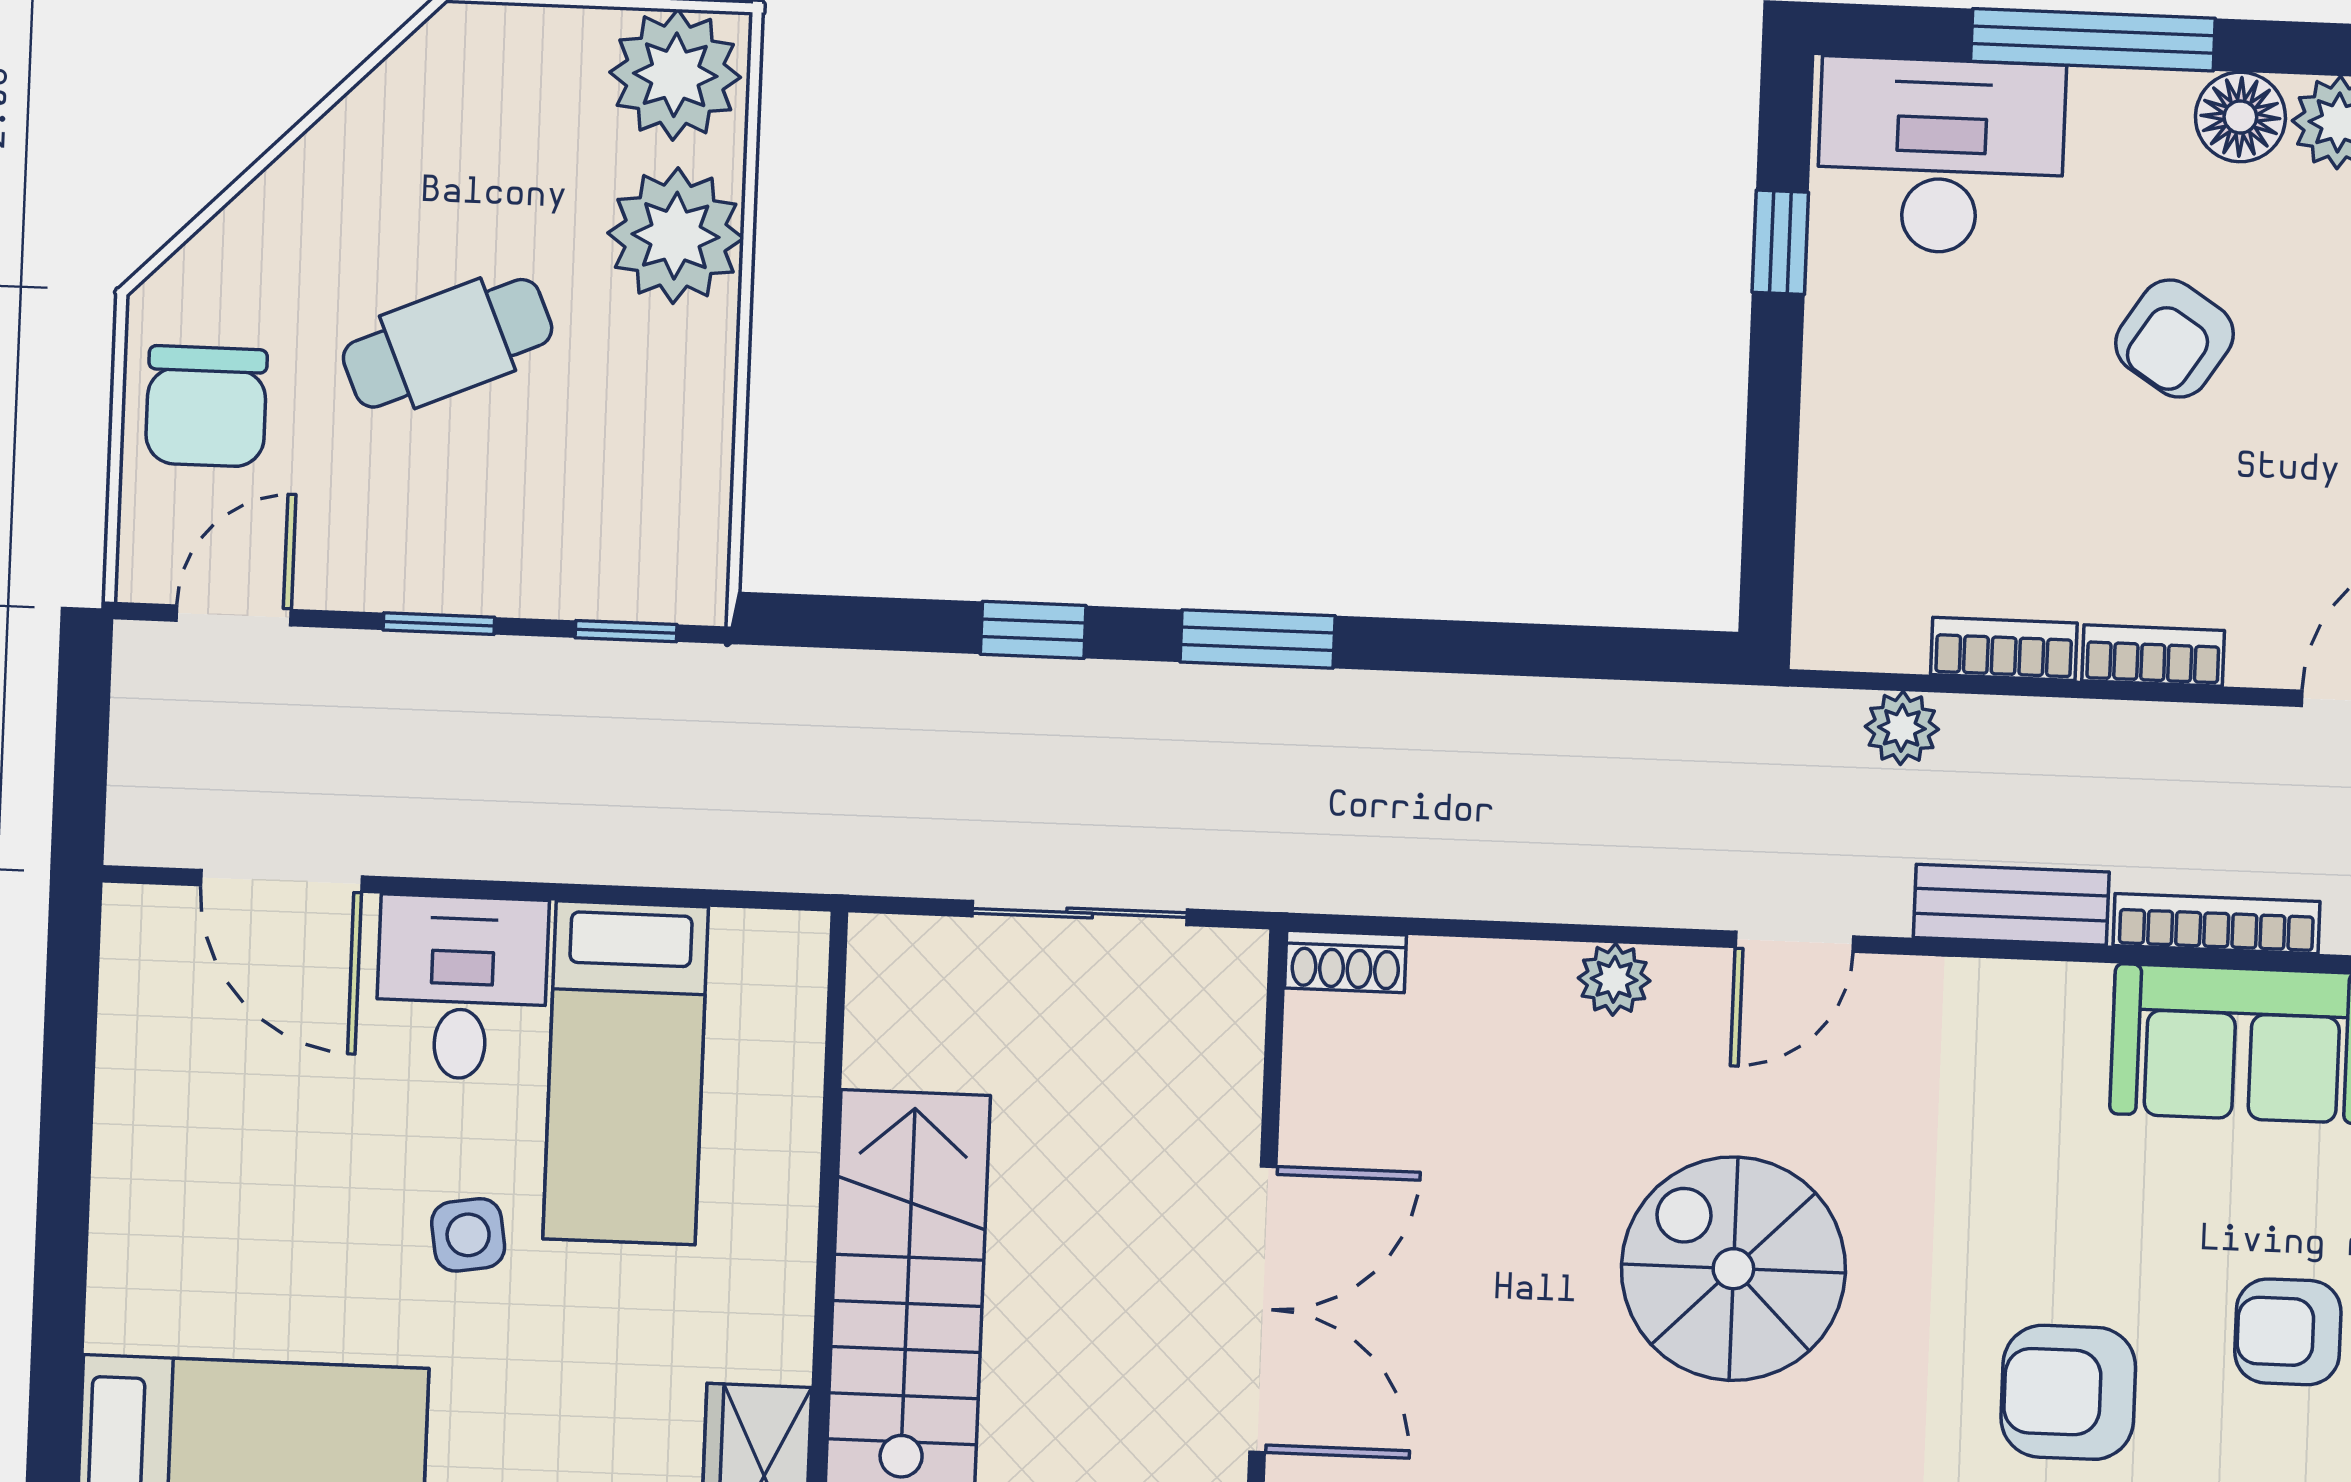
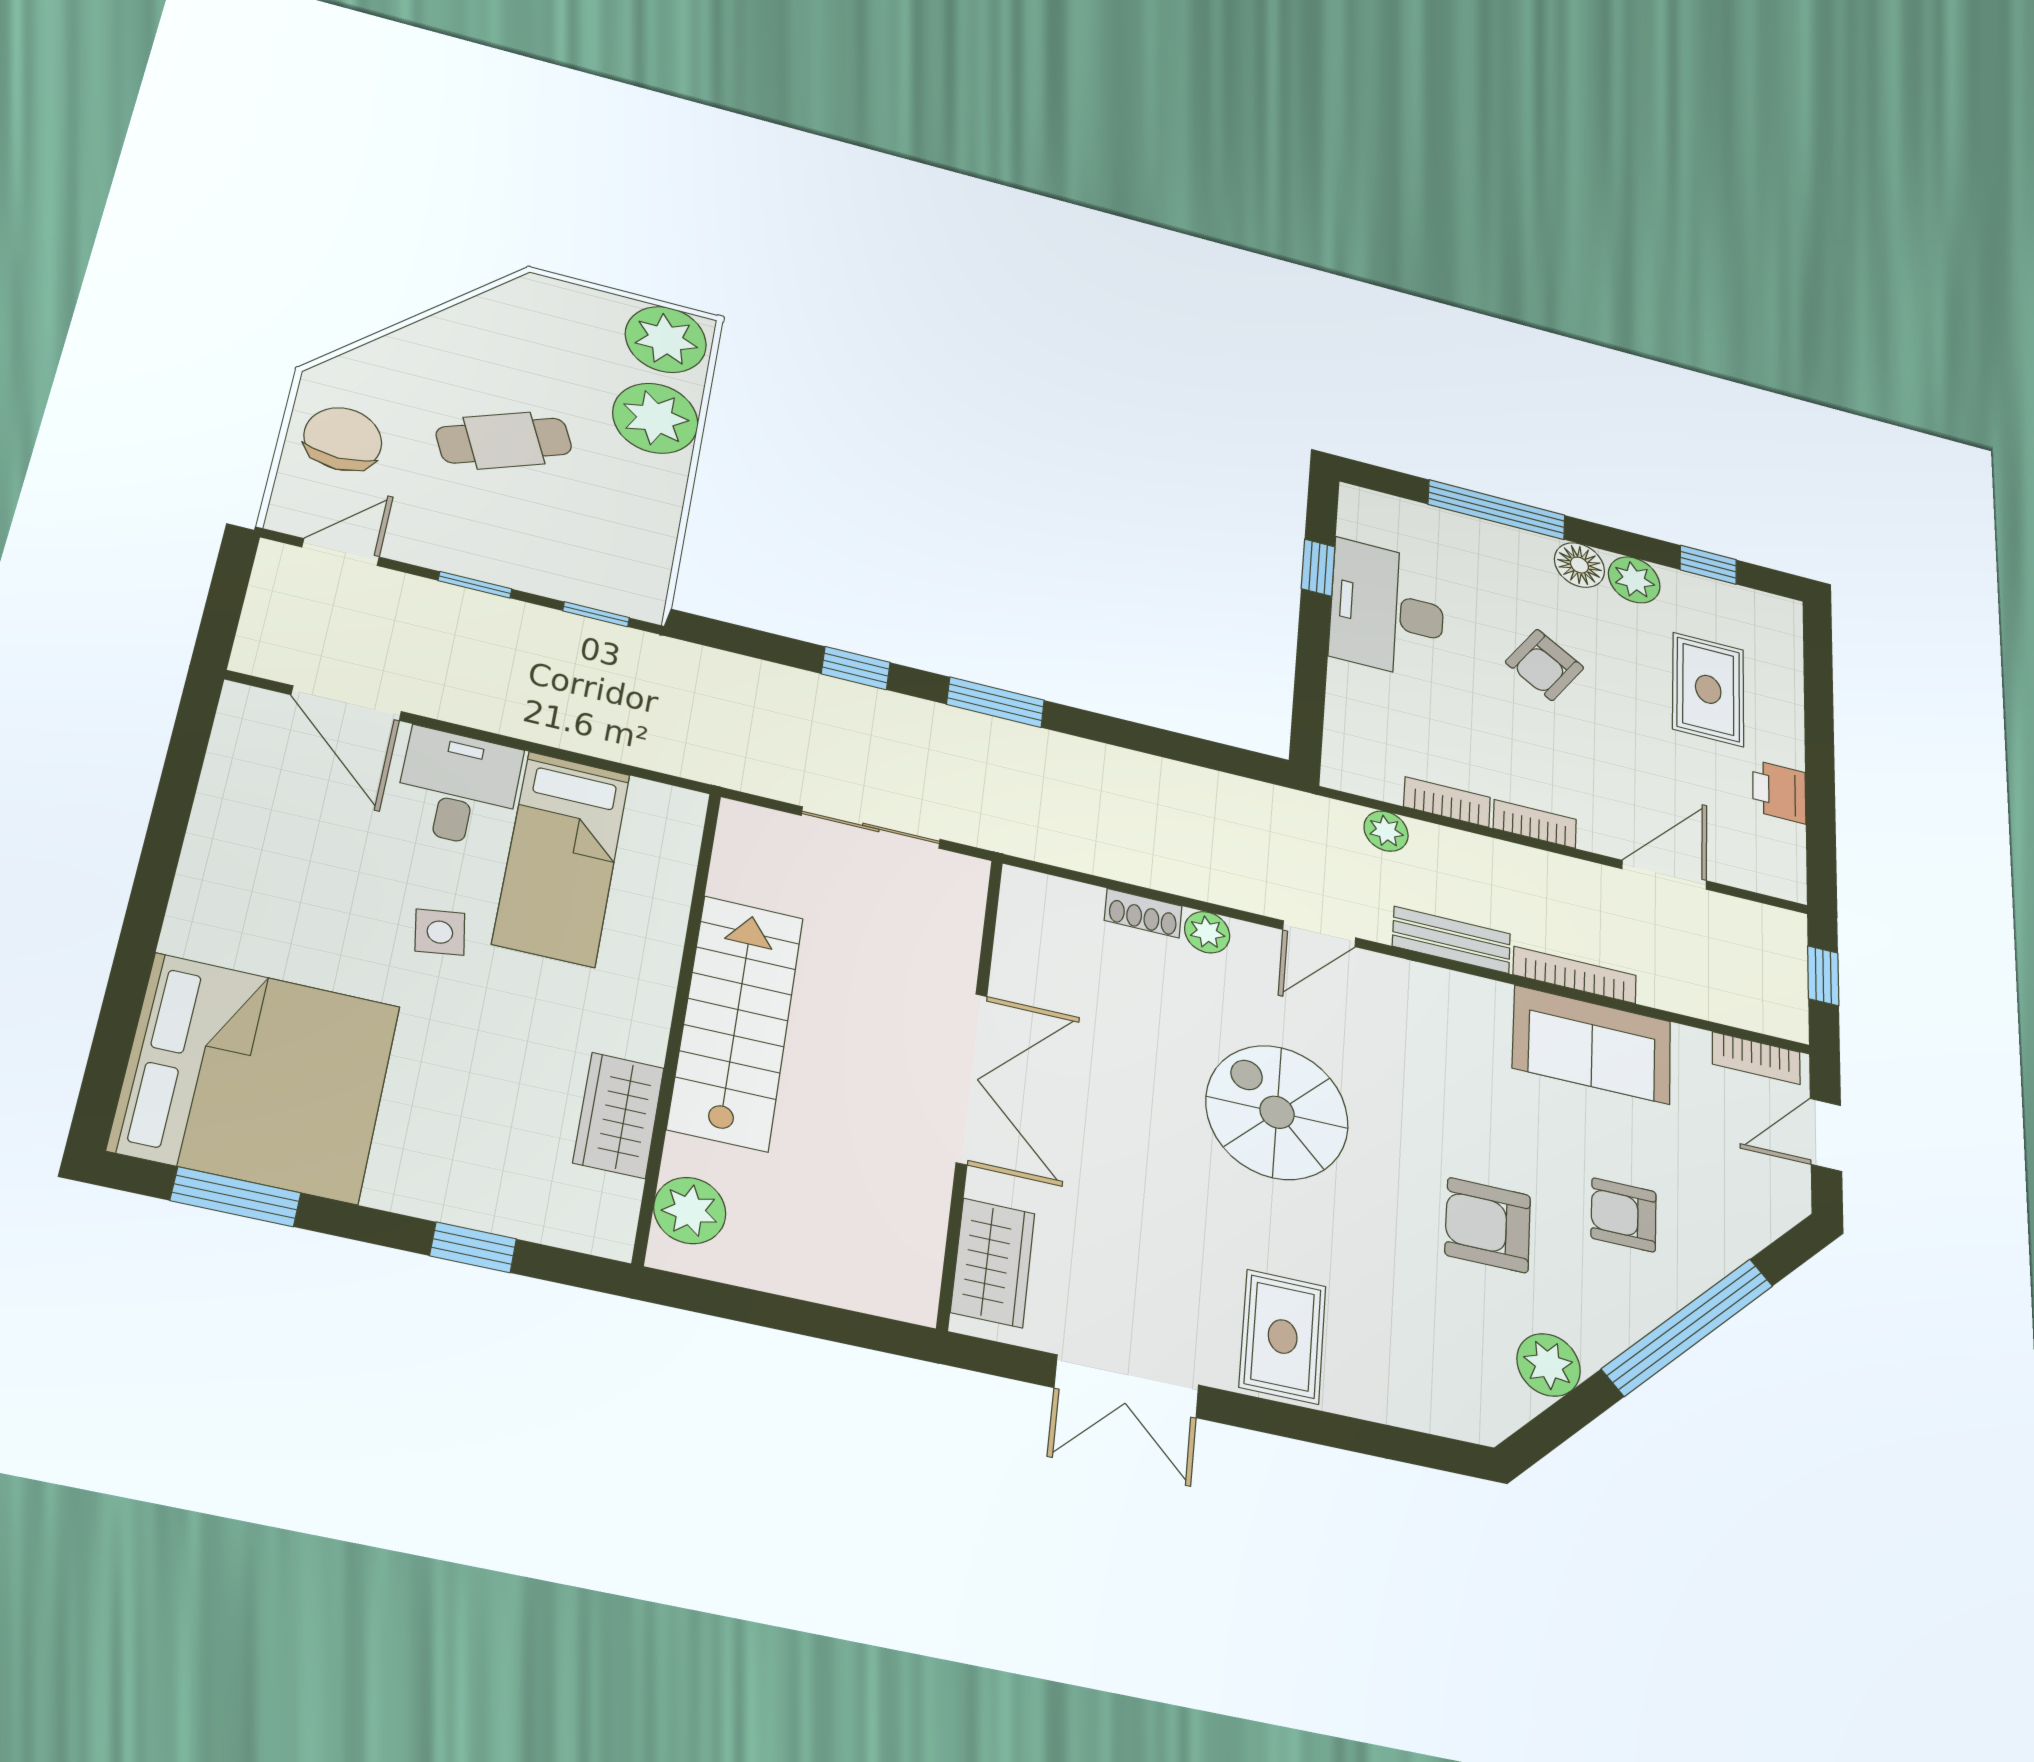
desk: (1941, 156) -> (1387, 610), moved, turned -90
chair: (206, 406) -> (343, 439), turned 180
shoe rack: (1346, 962) -> (1143, 913), moved

